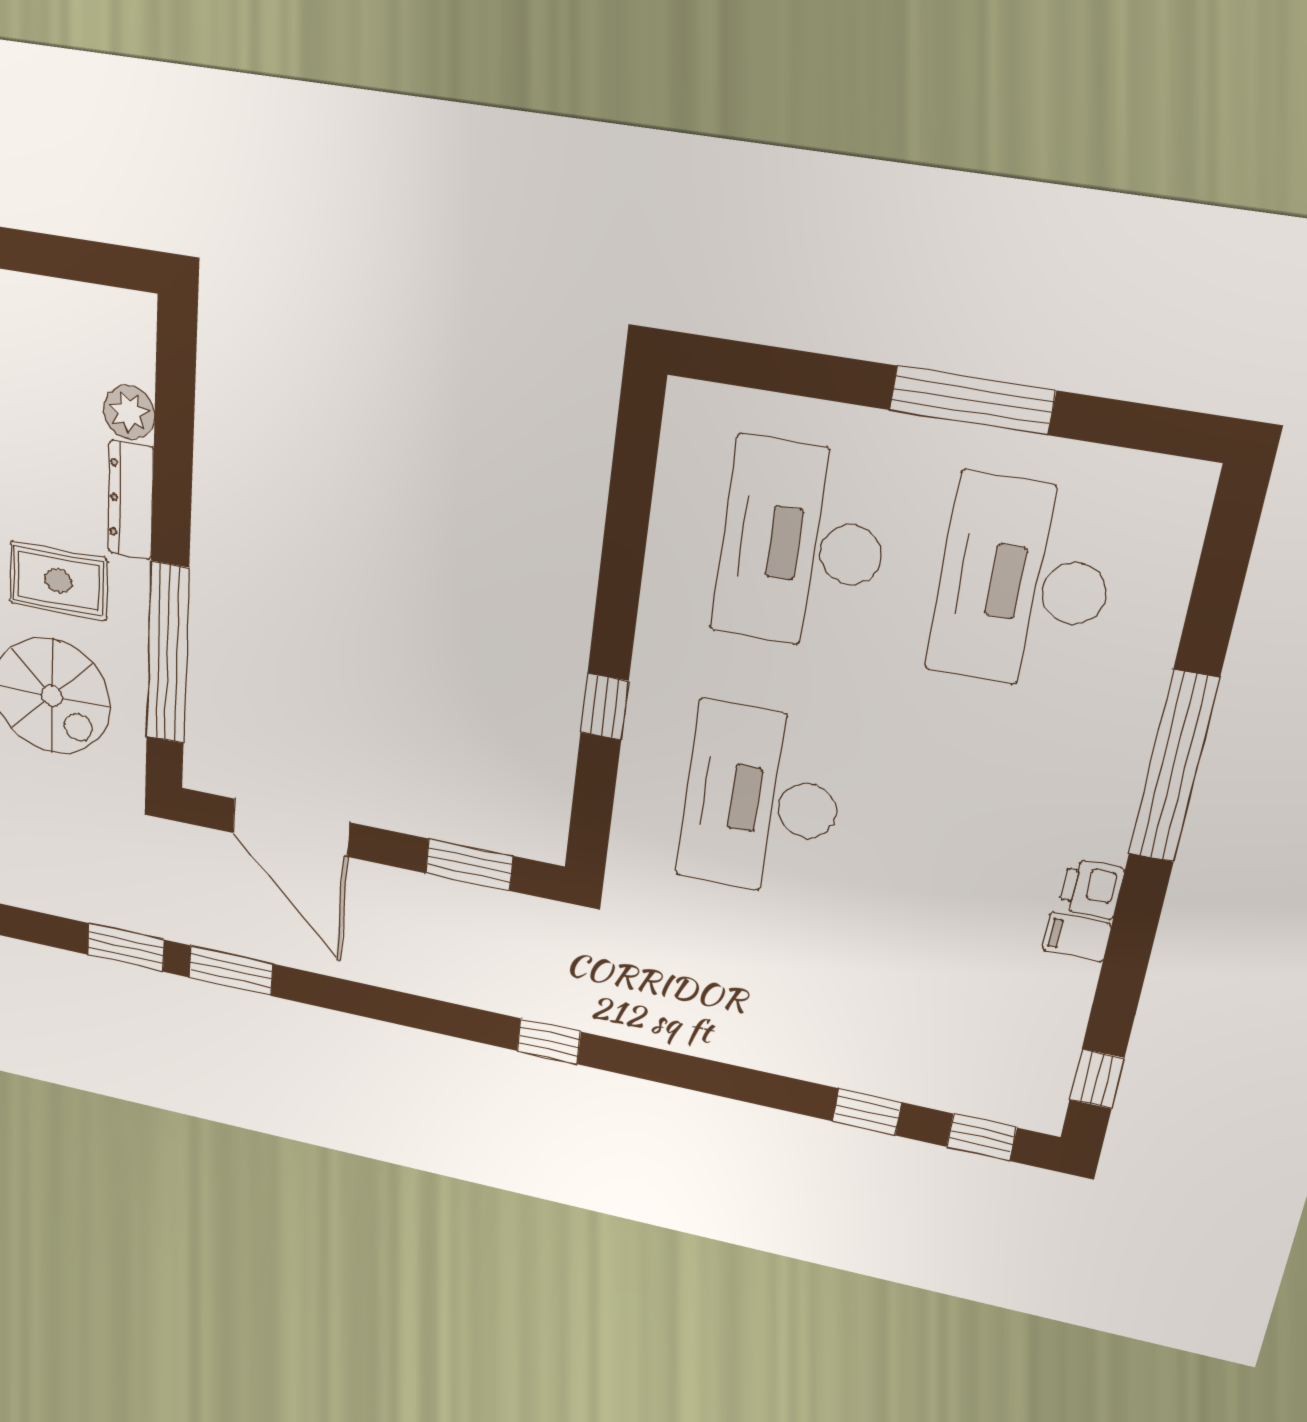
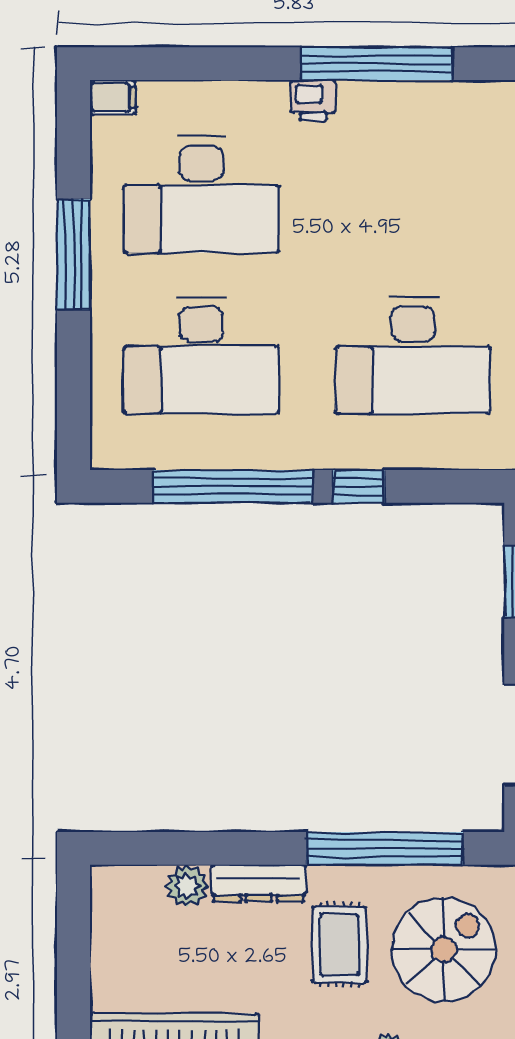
window: (623, 556) -> (233, 486), added
window: (1173, 767) -> (377, 64), moved
printer: (1091, 889) -> (313, 100), moved
filing cabinet: (1077, 937) -> (113, 97), moved, turned -90

